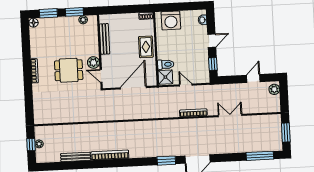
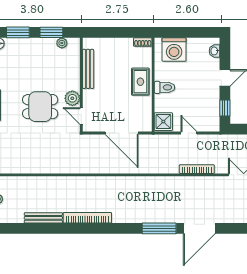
toilet: (166, 64) -> (165, 87), moved
door: (133, 88) -> (122, 133), swing flipped
window: (166, 161) -> (159, 228), width x1.44

